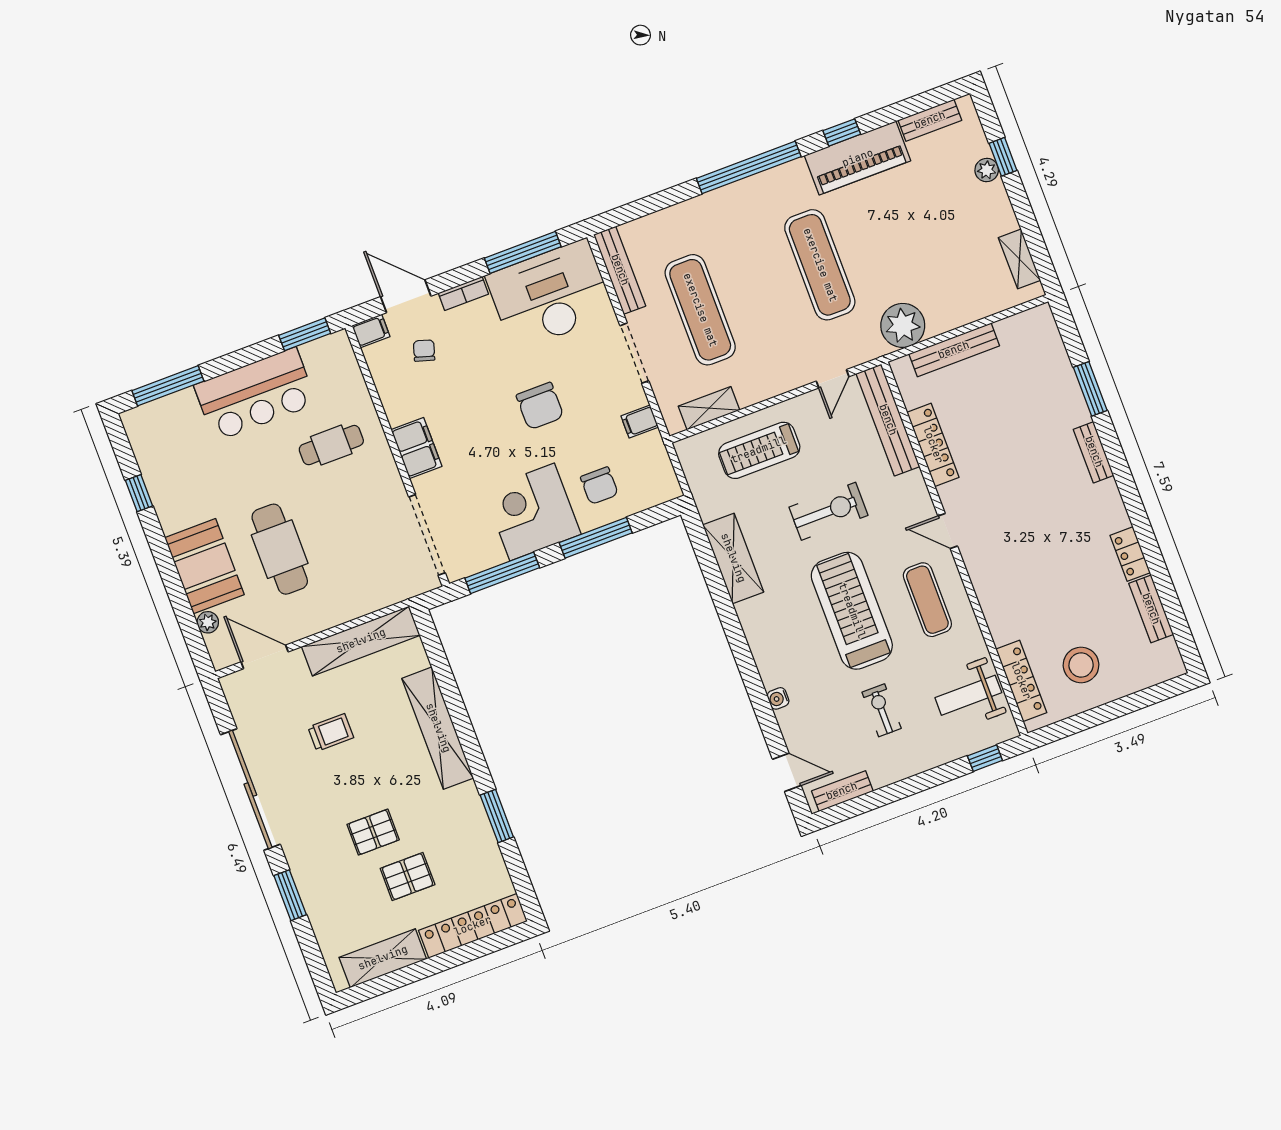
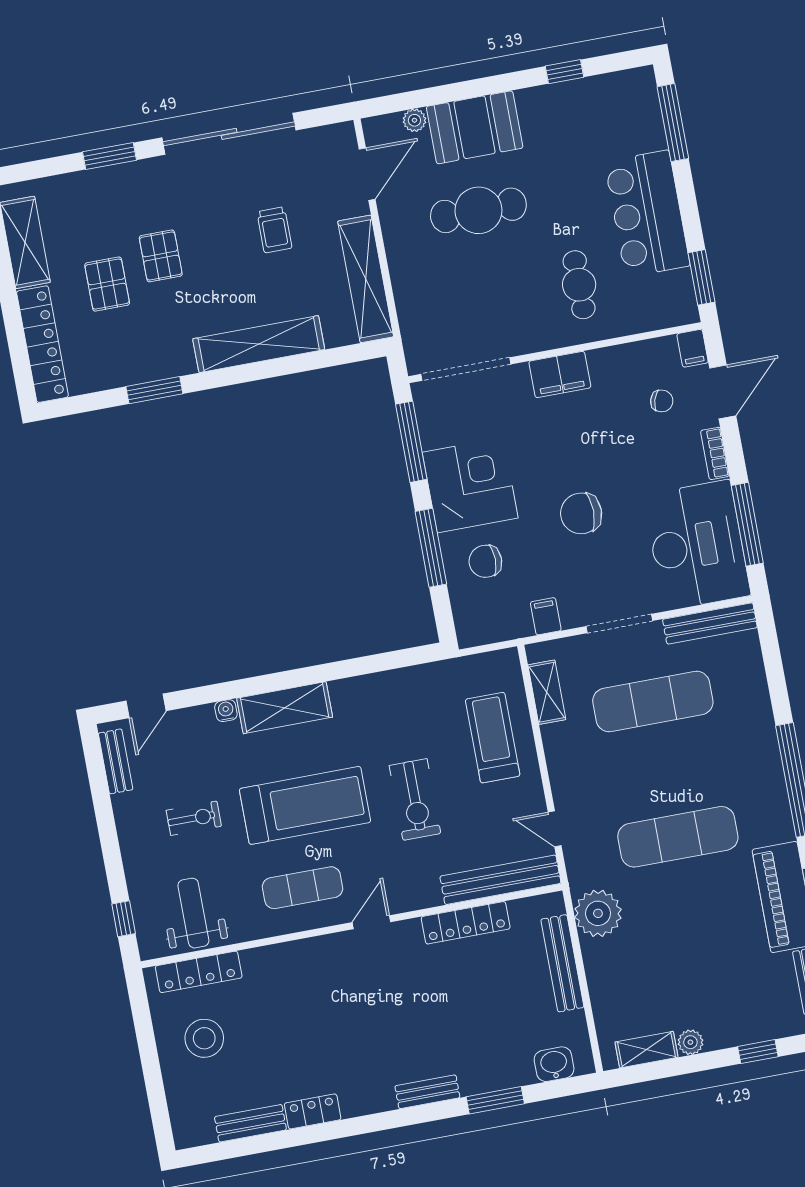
plant: (987, 170) -> (690, 1042), moved
washbasin: (1048, 341) -> (554, 1064), added
shelving: (733, 558) -> (285, 708), moved

